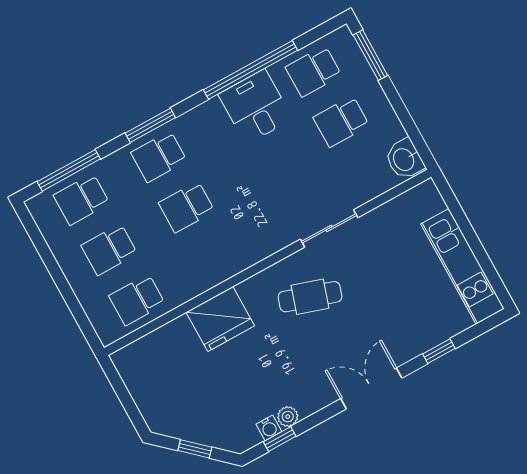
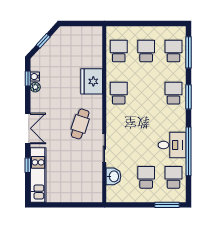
washbasin: (404, 159) -> (113, 176), moved, turned 90
school desk: (187, 207) -> (119, 93), moved
kitchen unit: (462, 266) -> (38, 175), moved, turned 90

